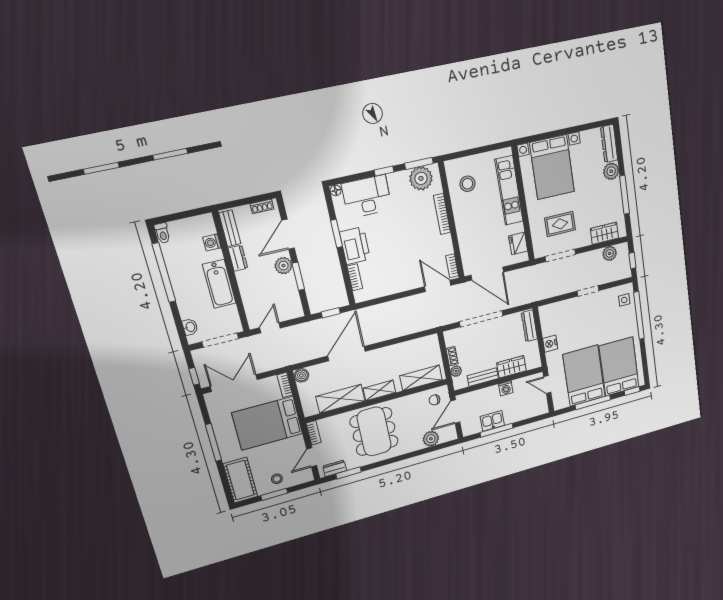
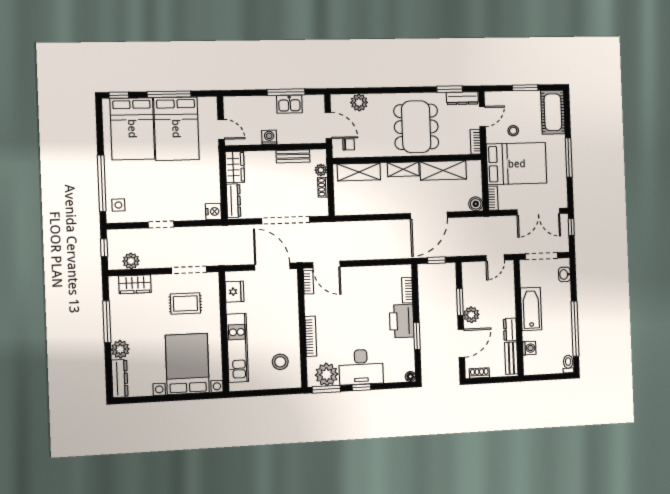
desk: (367, 197) -> (361, 367), moved
nightstand: (550, 344) -> (213, 211), moved
wardrobe: (511, 367) -> (235, 167), moved, turned -90
door: (455, 412) -> (328, 126), hinge flipped
dresser: (335, 468) -> (462, 98), width x1.44
stool: (277, 479) -> (513, 131), moved

